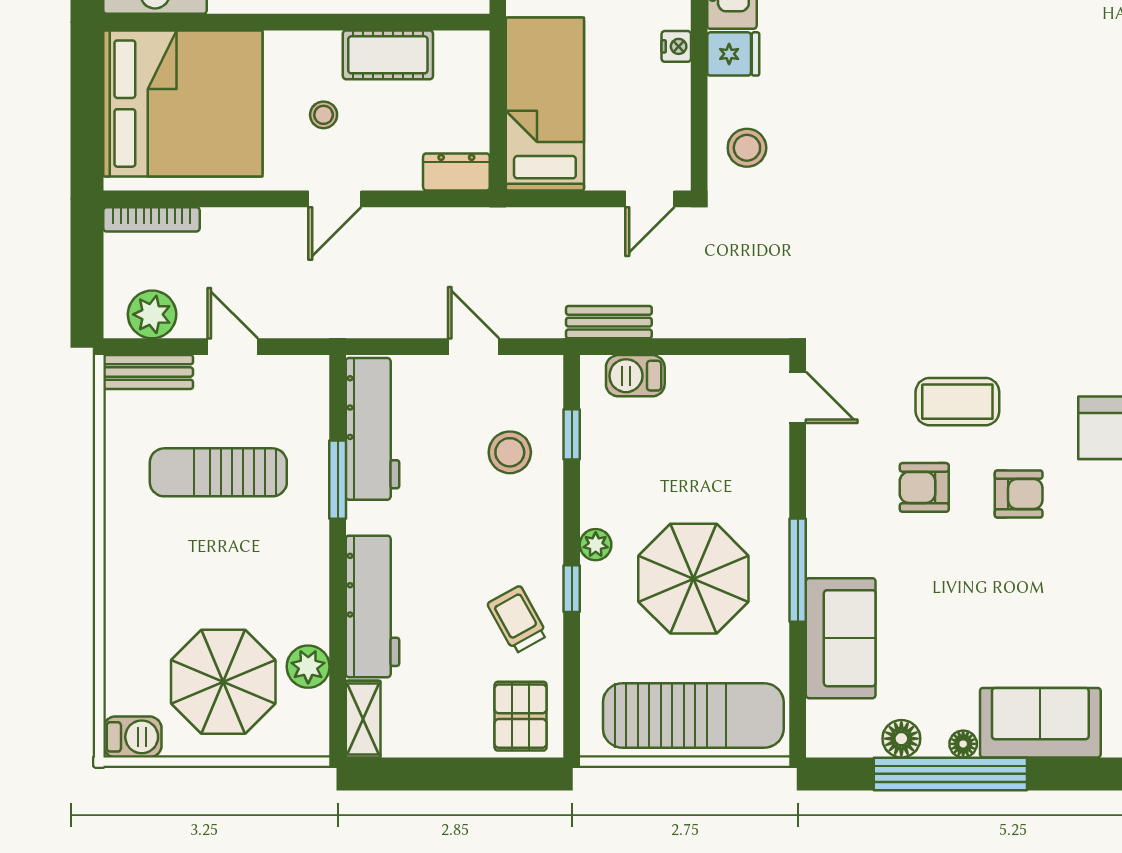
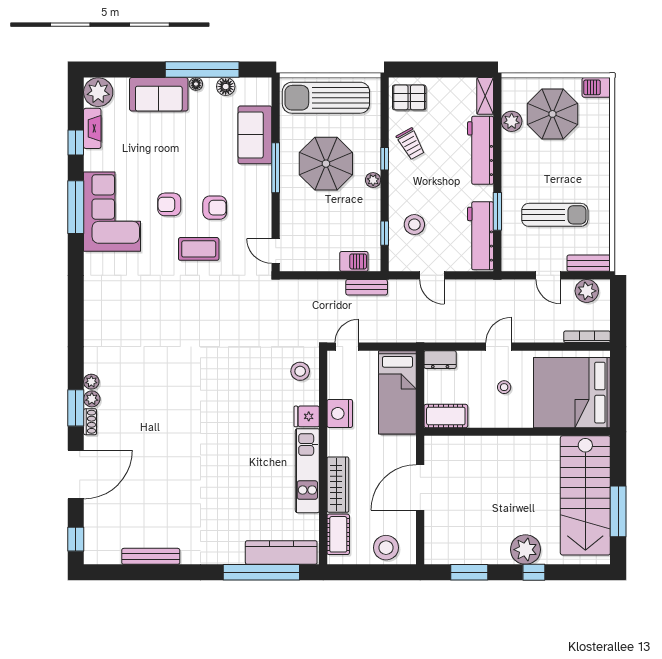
nightstand: (676, 46) -> (340, 413), width x1.89, depth x1.79
cot: (388, 55) -> (446, 416), moved
pallet: (521, 716) -> (409, 97), turned 90

